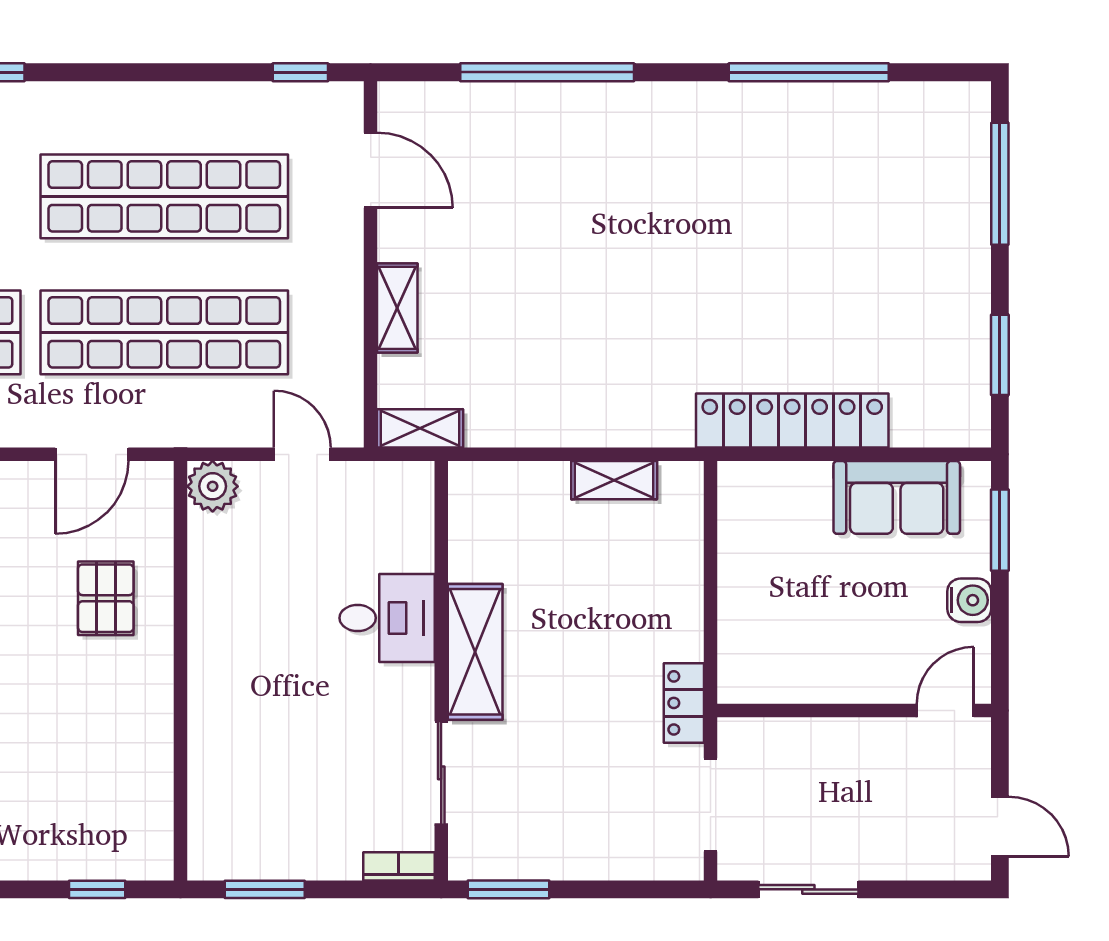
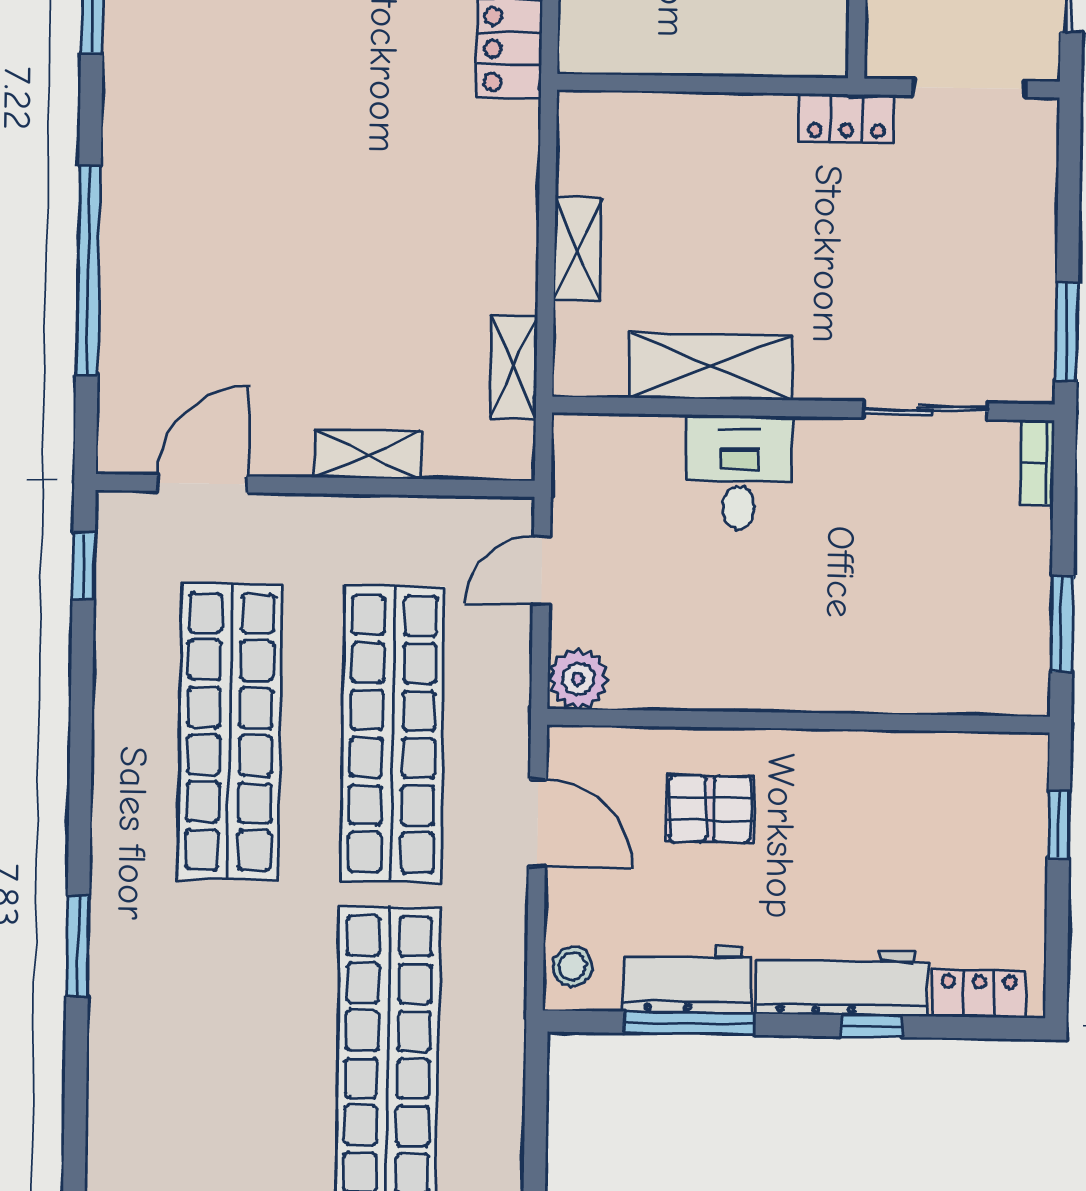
shelving: (420, 428) -> (514, 367), moved
shelving: (614, 480) -> (578, 249), moved
shelving: (475, 652) -> (711, 366), moved

